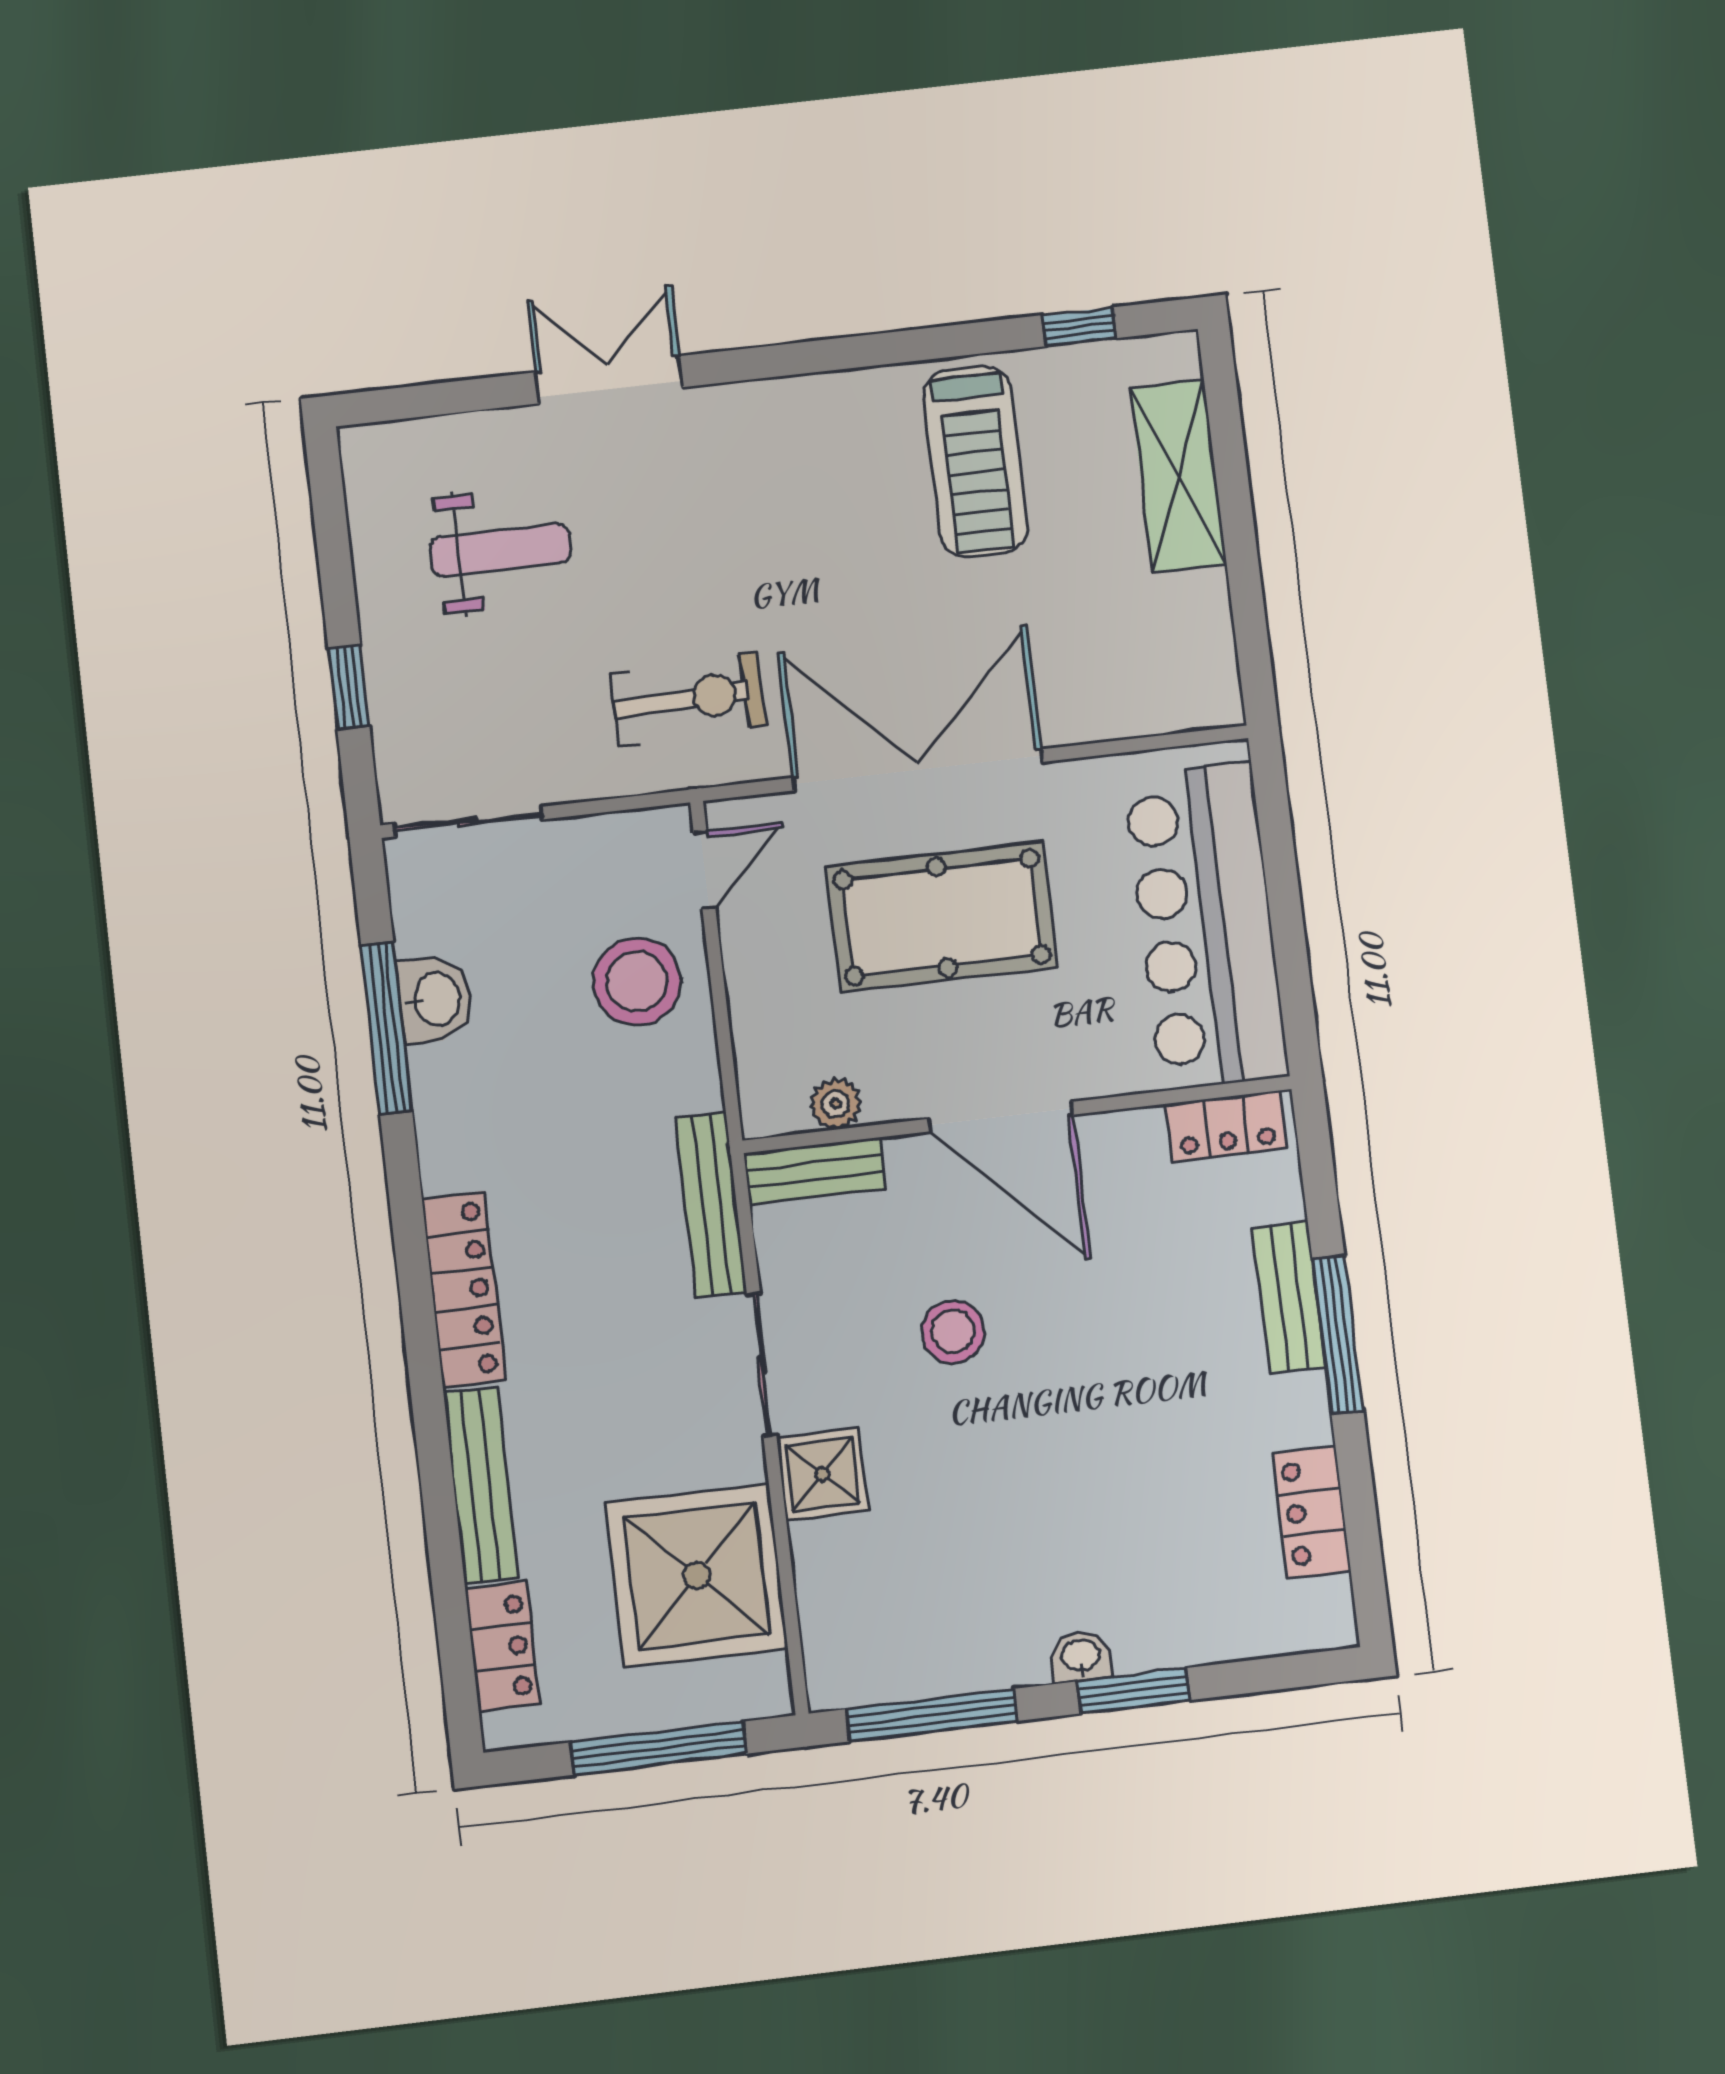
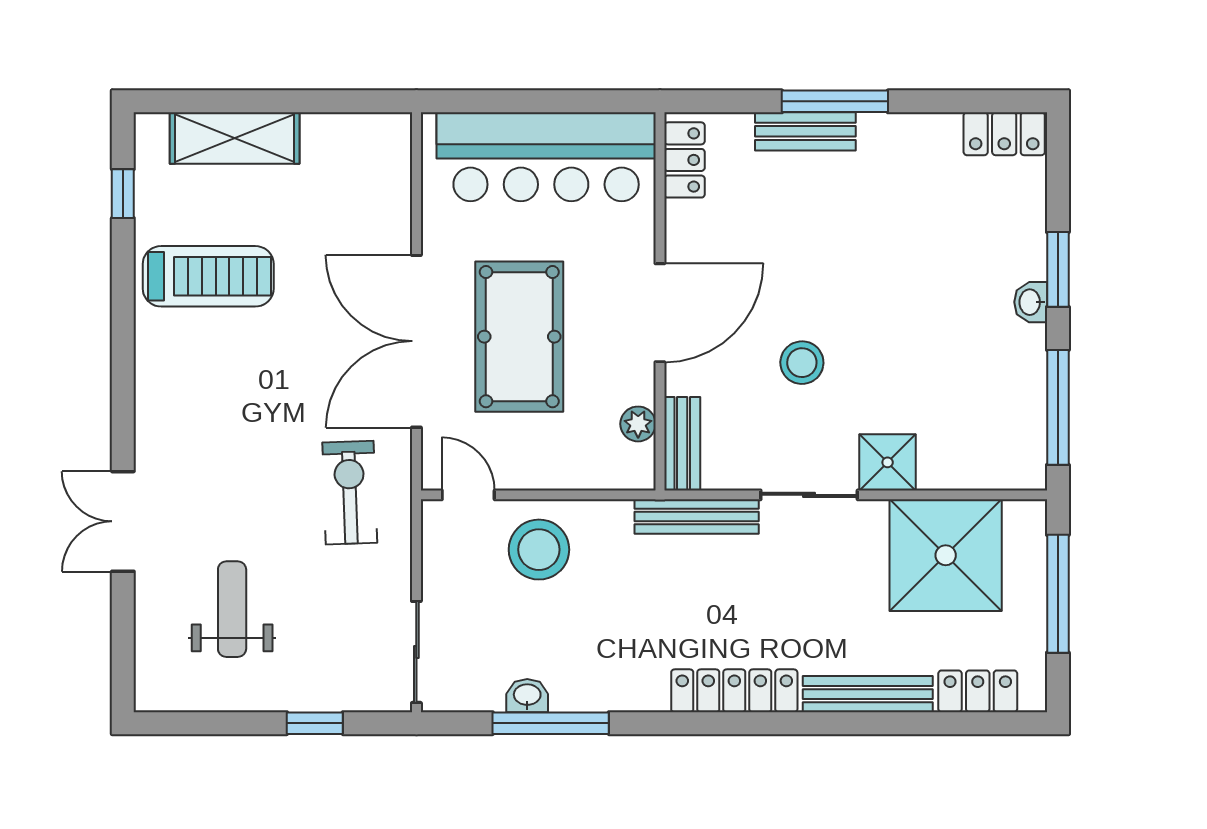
washbasin: (435, 999) -> (527, 696), width x0.72, depth x0.69
locker: (1312, 1512) -> (1004, 134), moved

